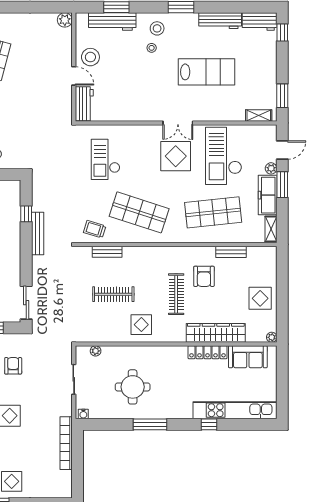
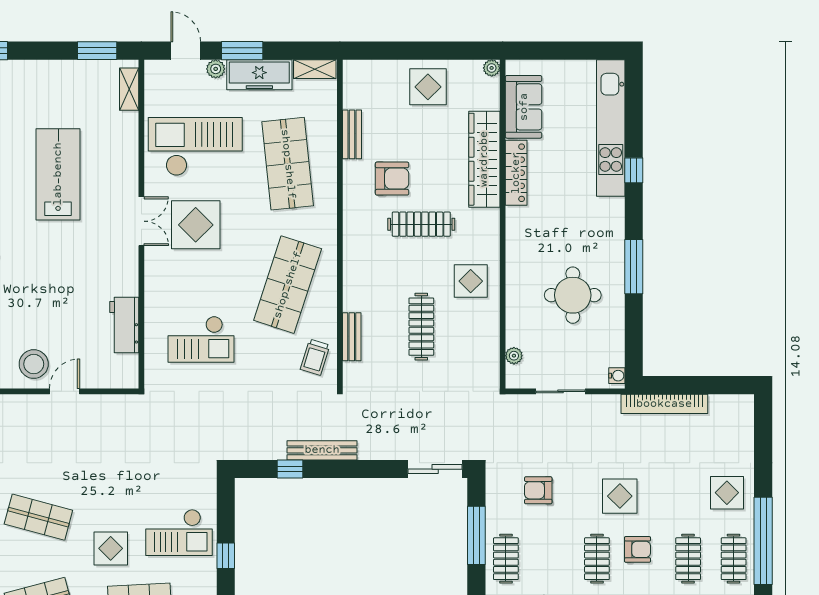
stool: (152, 48) -> (19, 264), removed
workbench: (84, 104) -> (124, 325), moved, turned -90
checkout: (224, 156) -> (195, 147), turned 180

